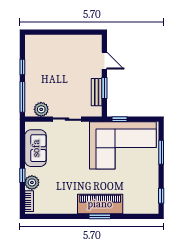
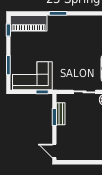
door: (104, 61) -> (54, 151), moved
corner sofa: (123, 145) -> (32, 76), width x0.73, depth x0.74
piano: (100, 204) -> (29, 23), moved

